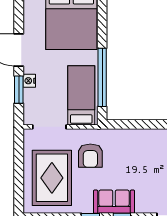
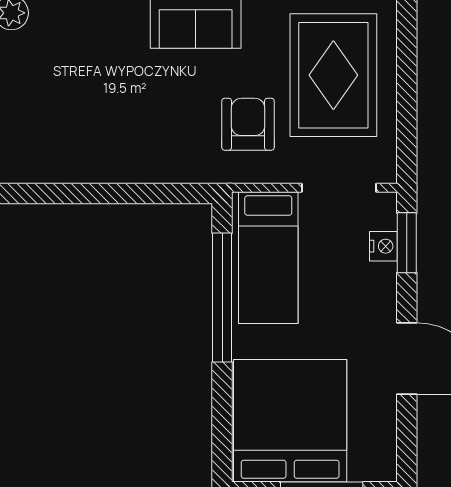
nightstand: (29, 81) -> (383, 246), moved
window: (19, 90) -> (407, 243), moved

